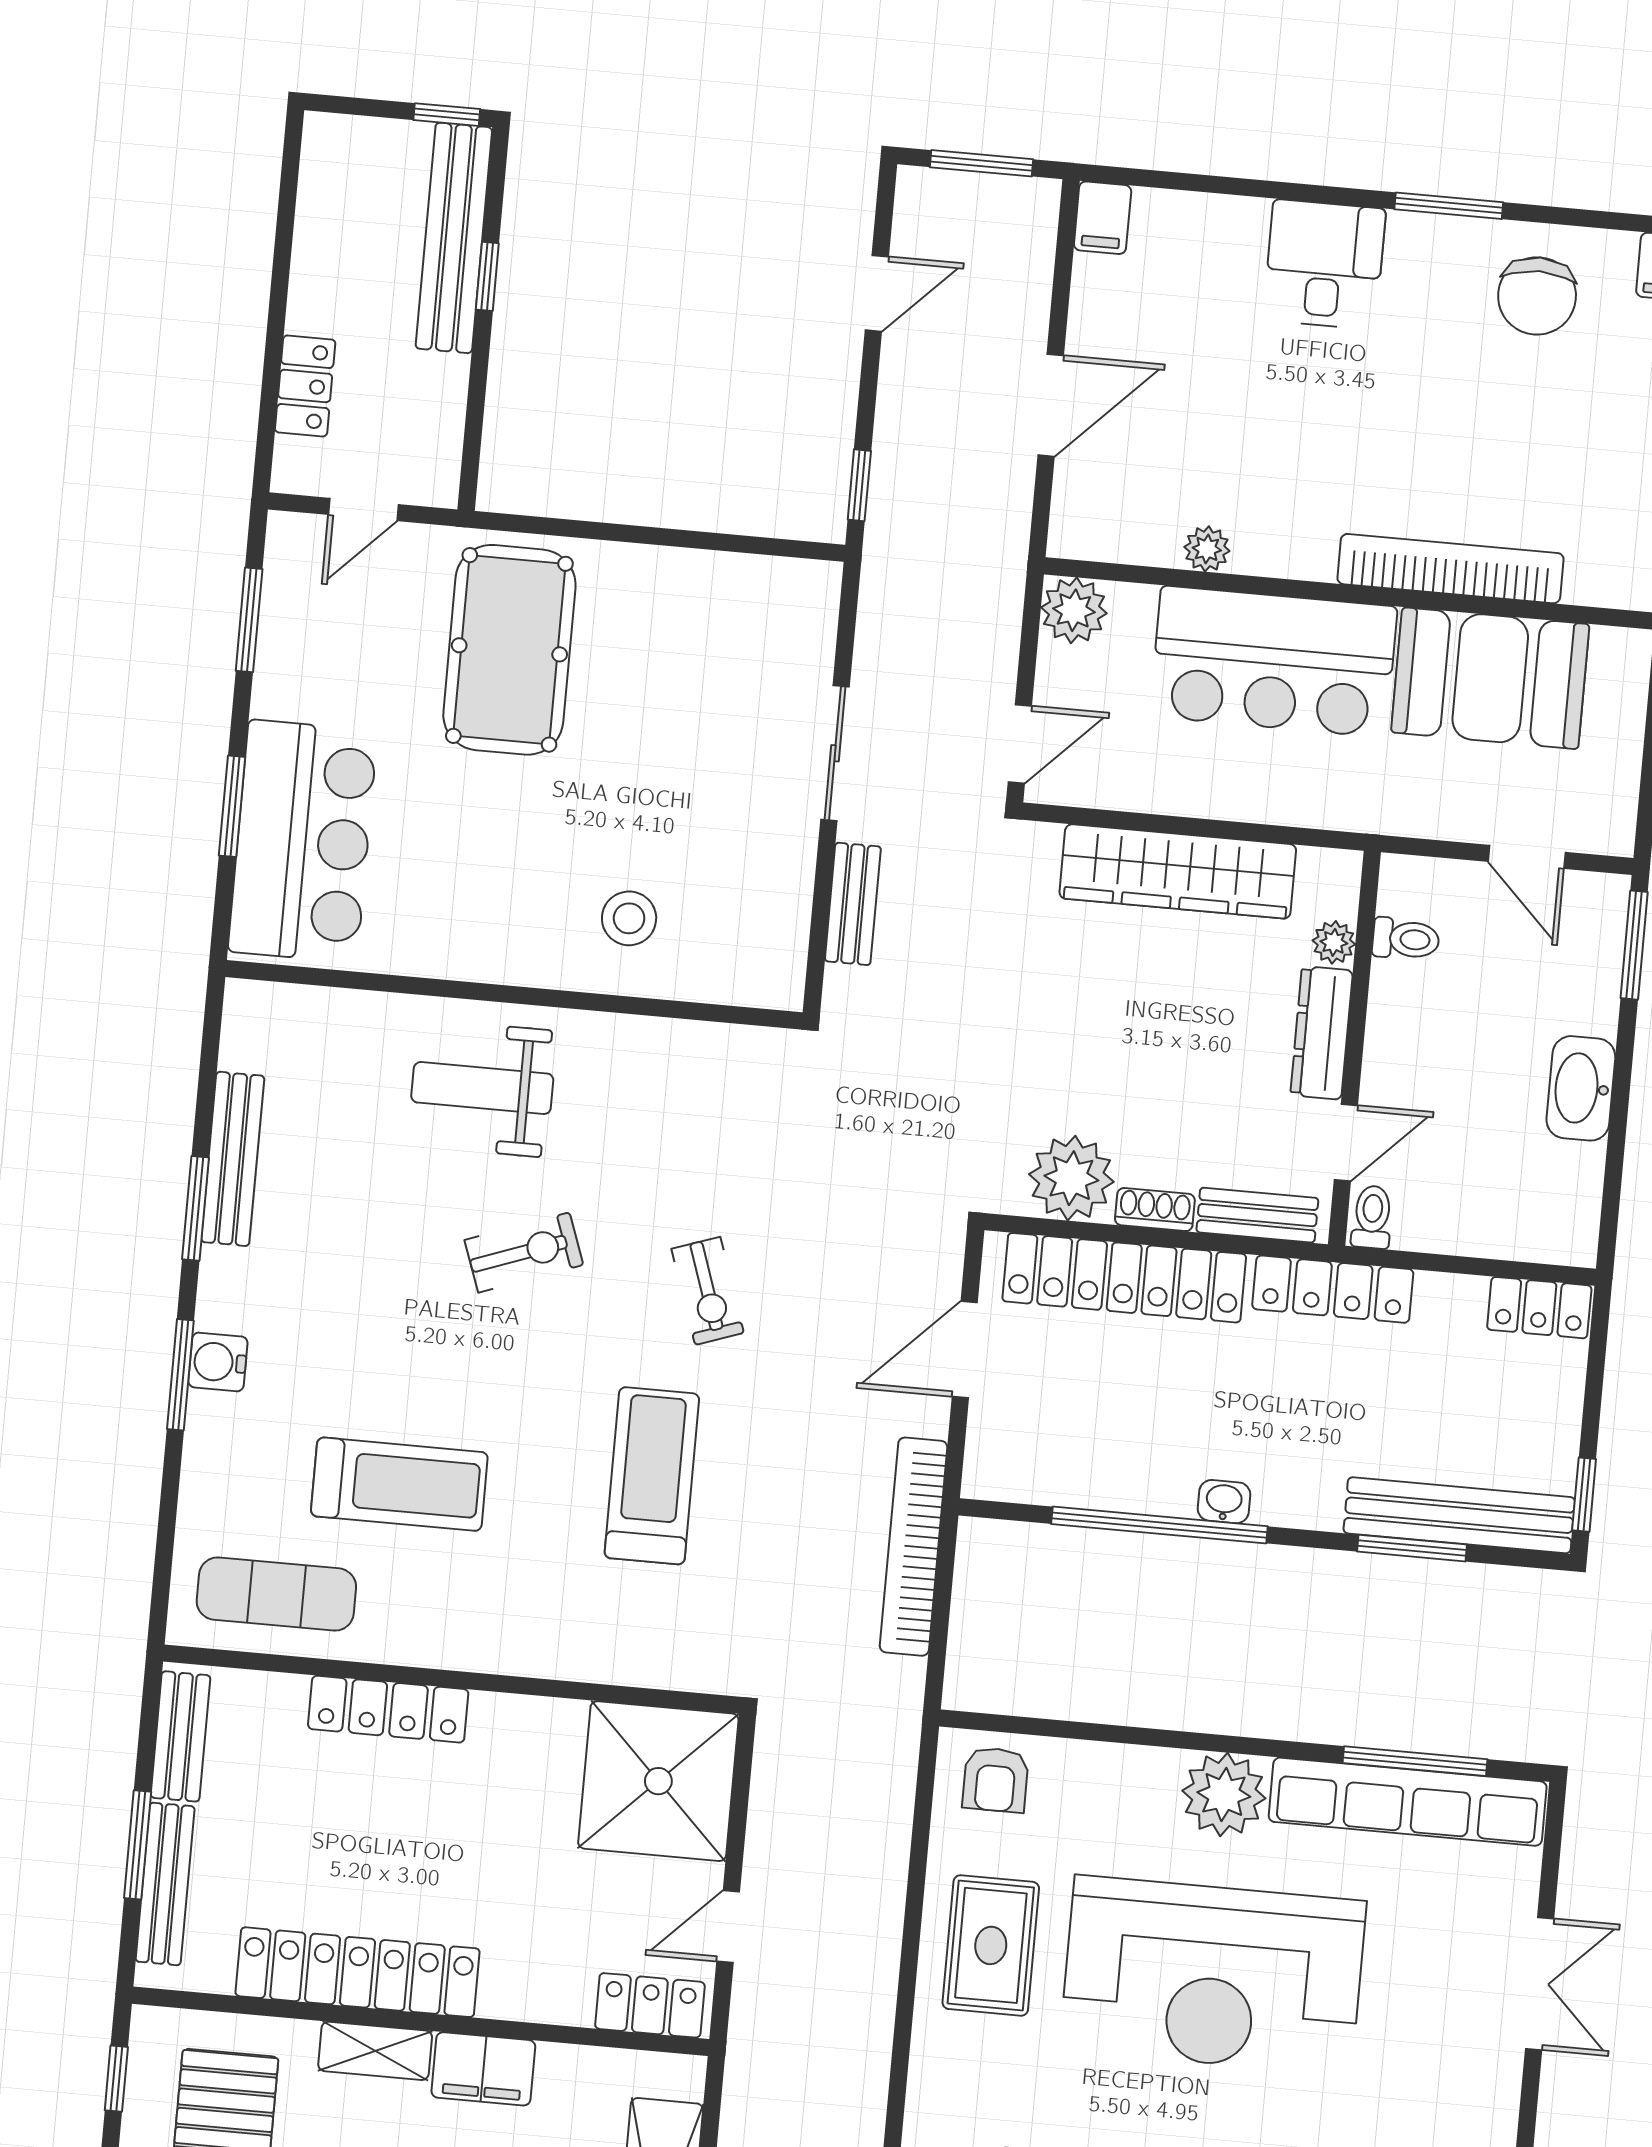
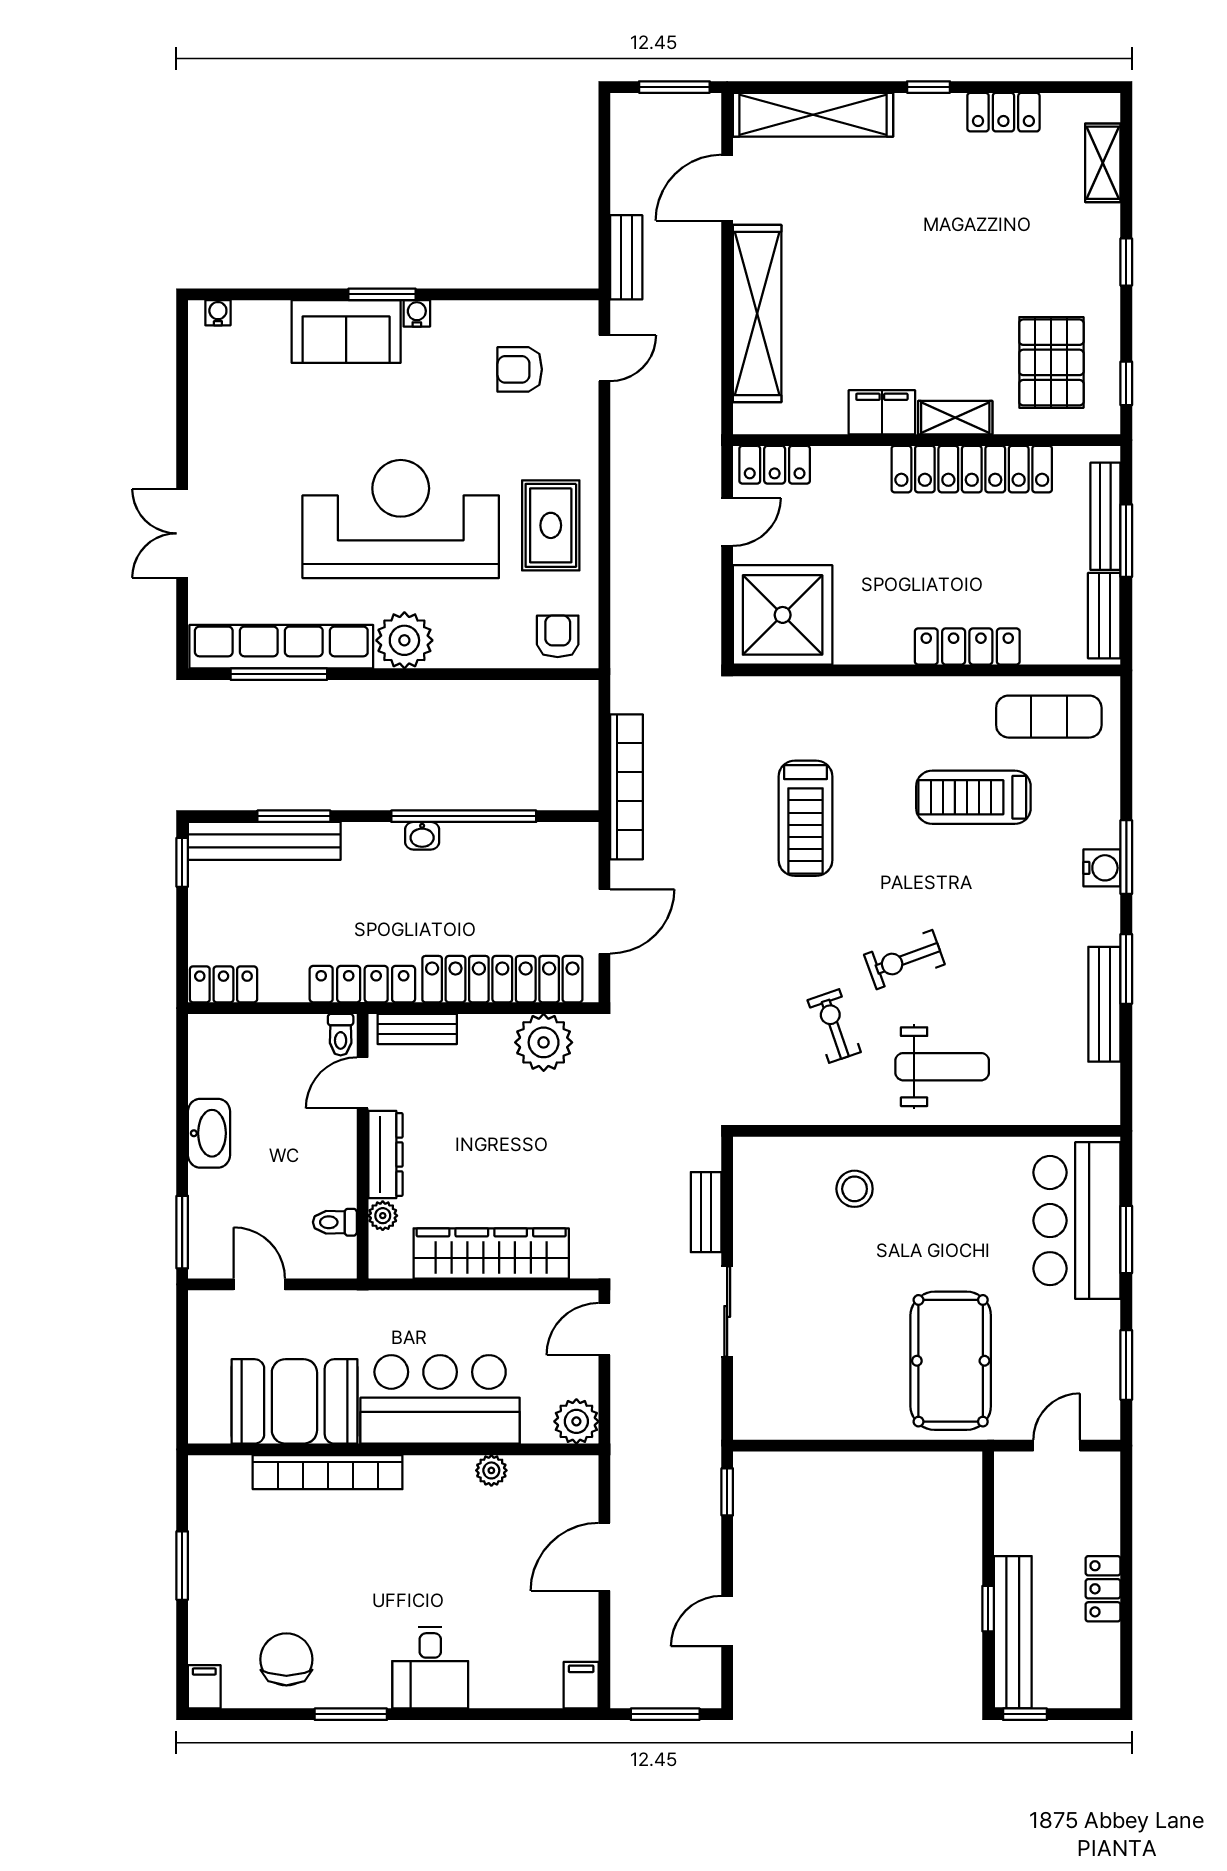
locker: (305, 386) -> (1103, 1589), moved
shoe rack: (1155, 1210) -> (486, 1026), removed
exercise bike: (708, 1291) -> (834, 1026), moved

